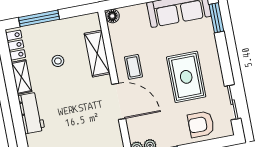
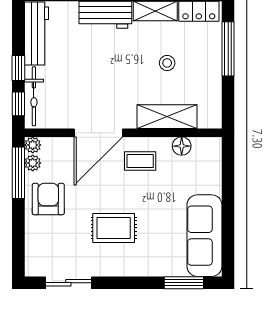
floor lamp: (112, 16) -> (182, 146), moved
rug: (186, 77) -> (114, 228), width x0.73, depth x0.70
armchair: (201, 124) -> (48, 199), moved

